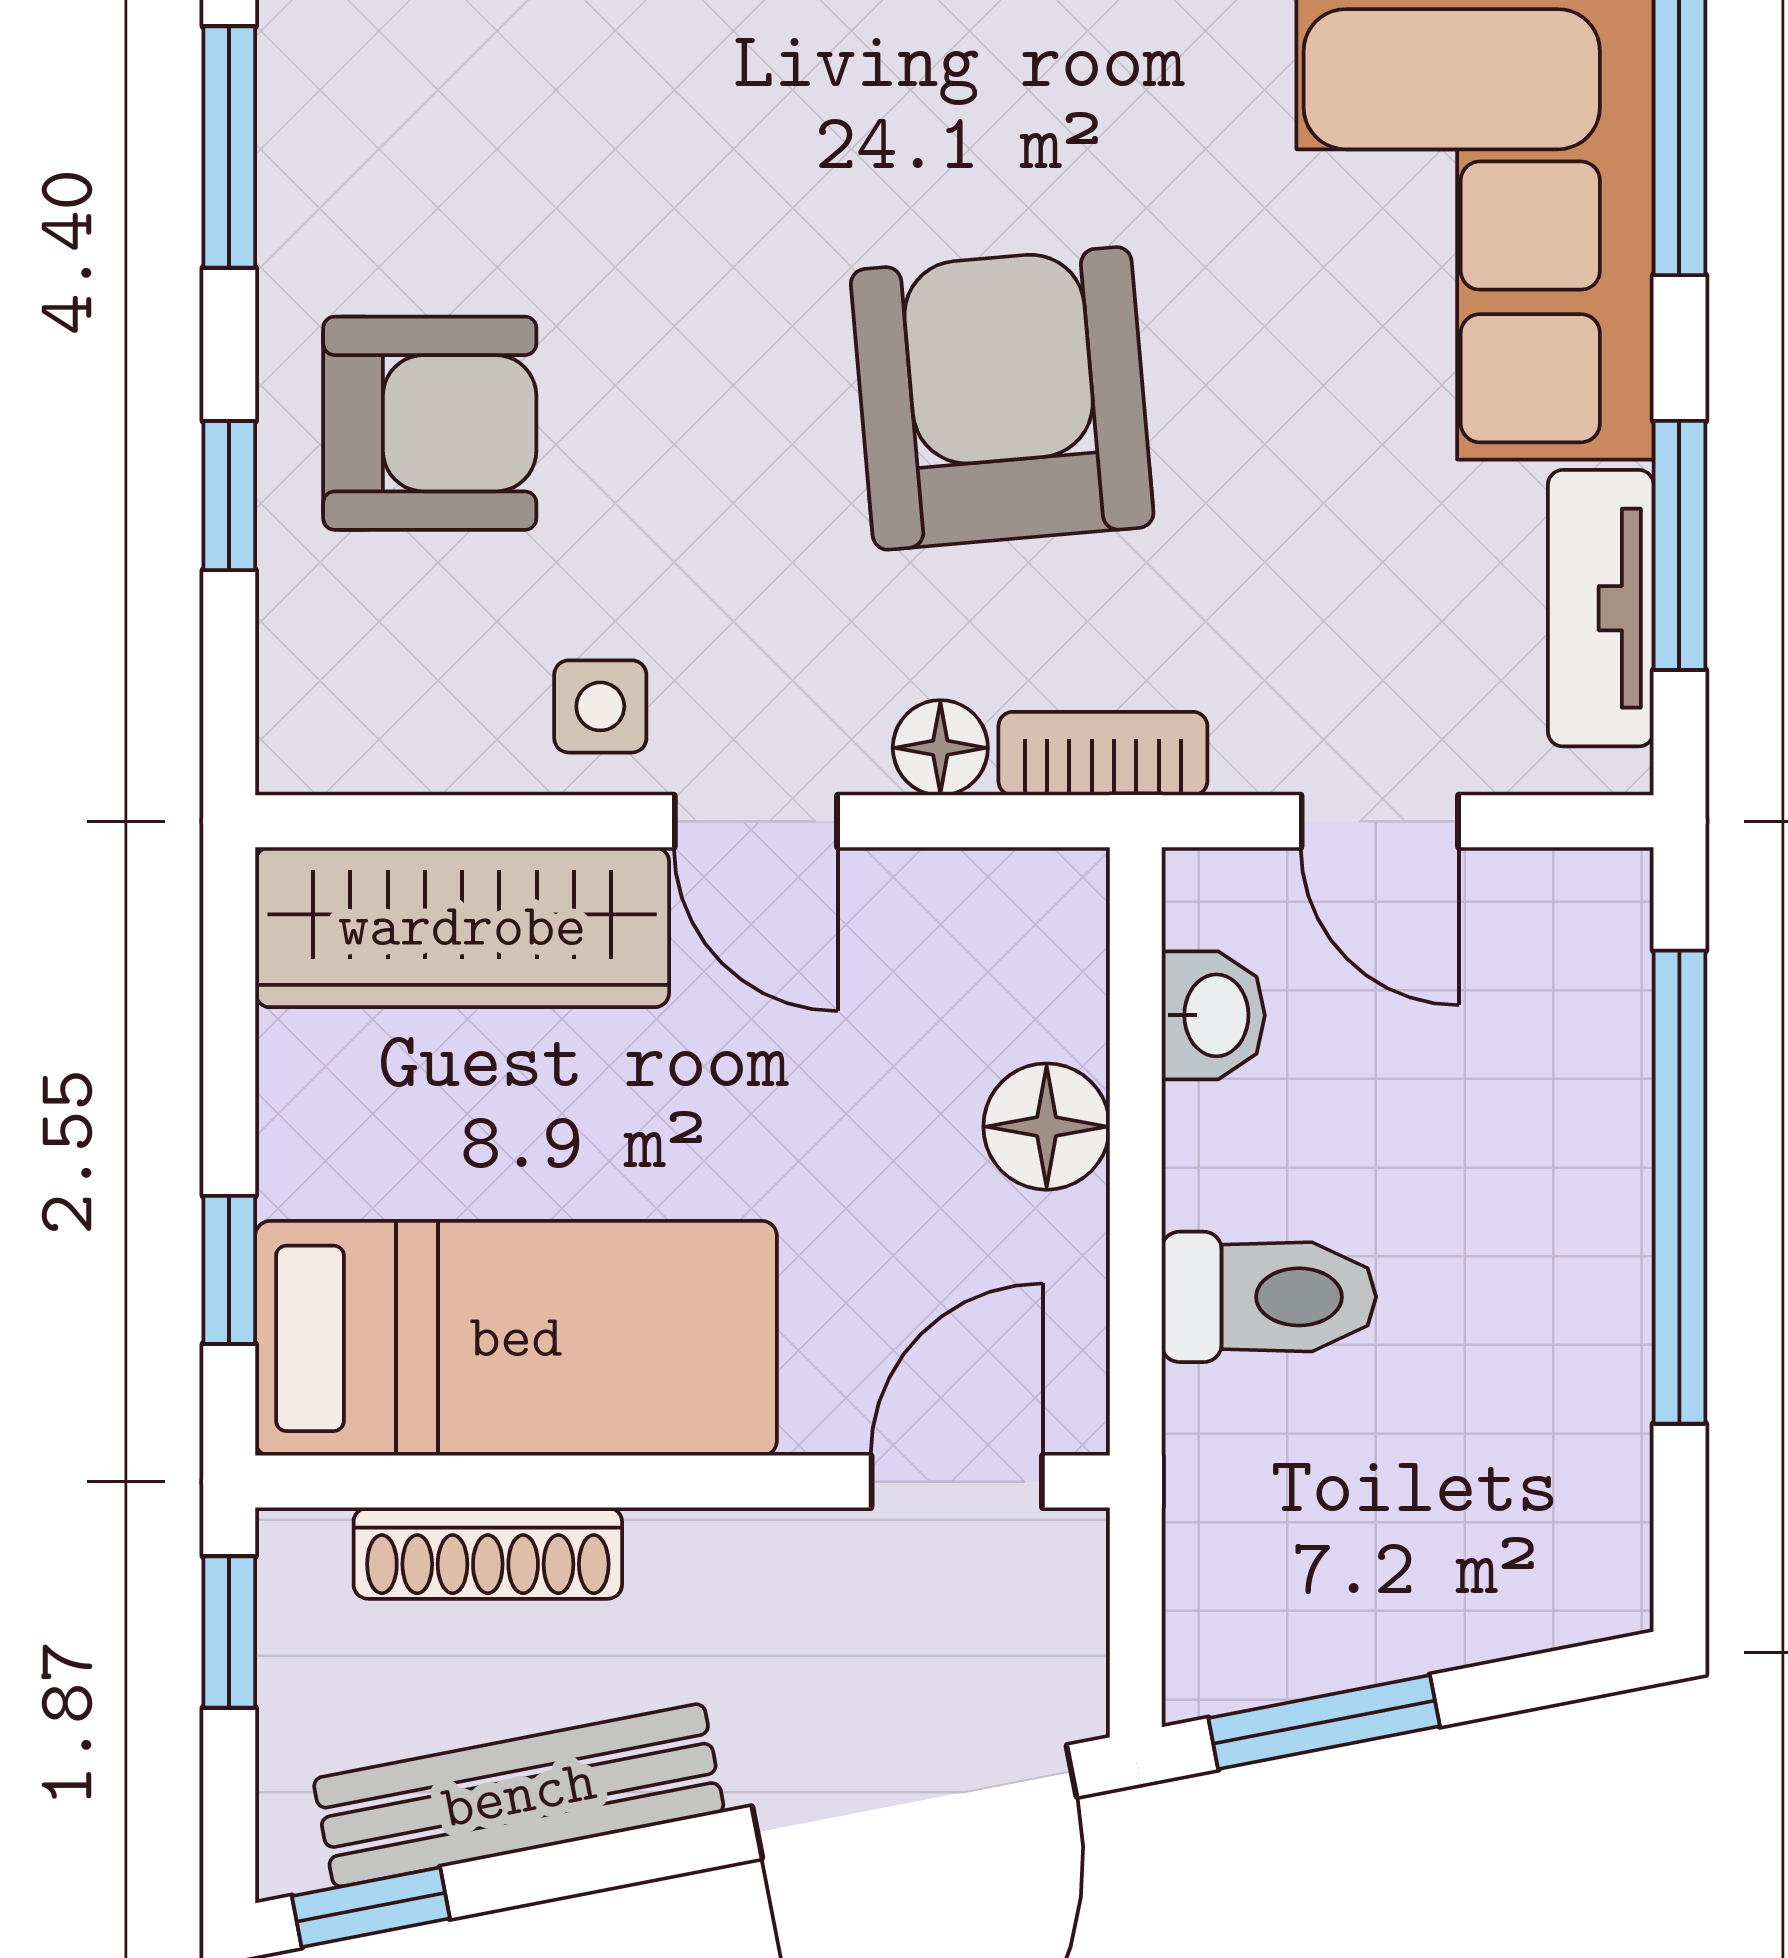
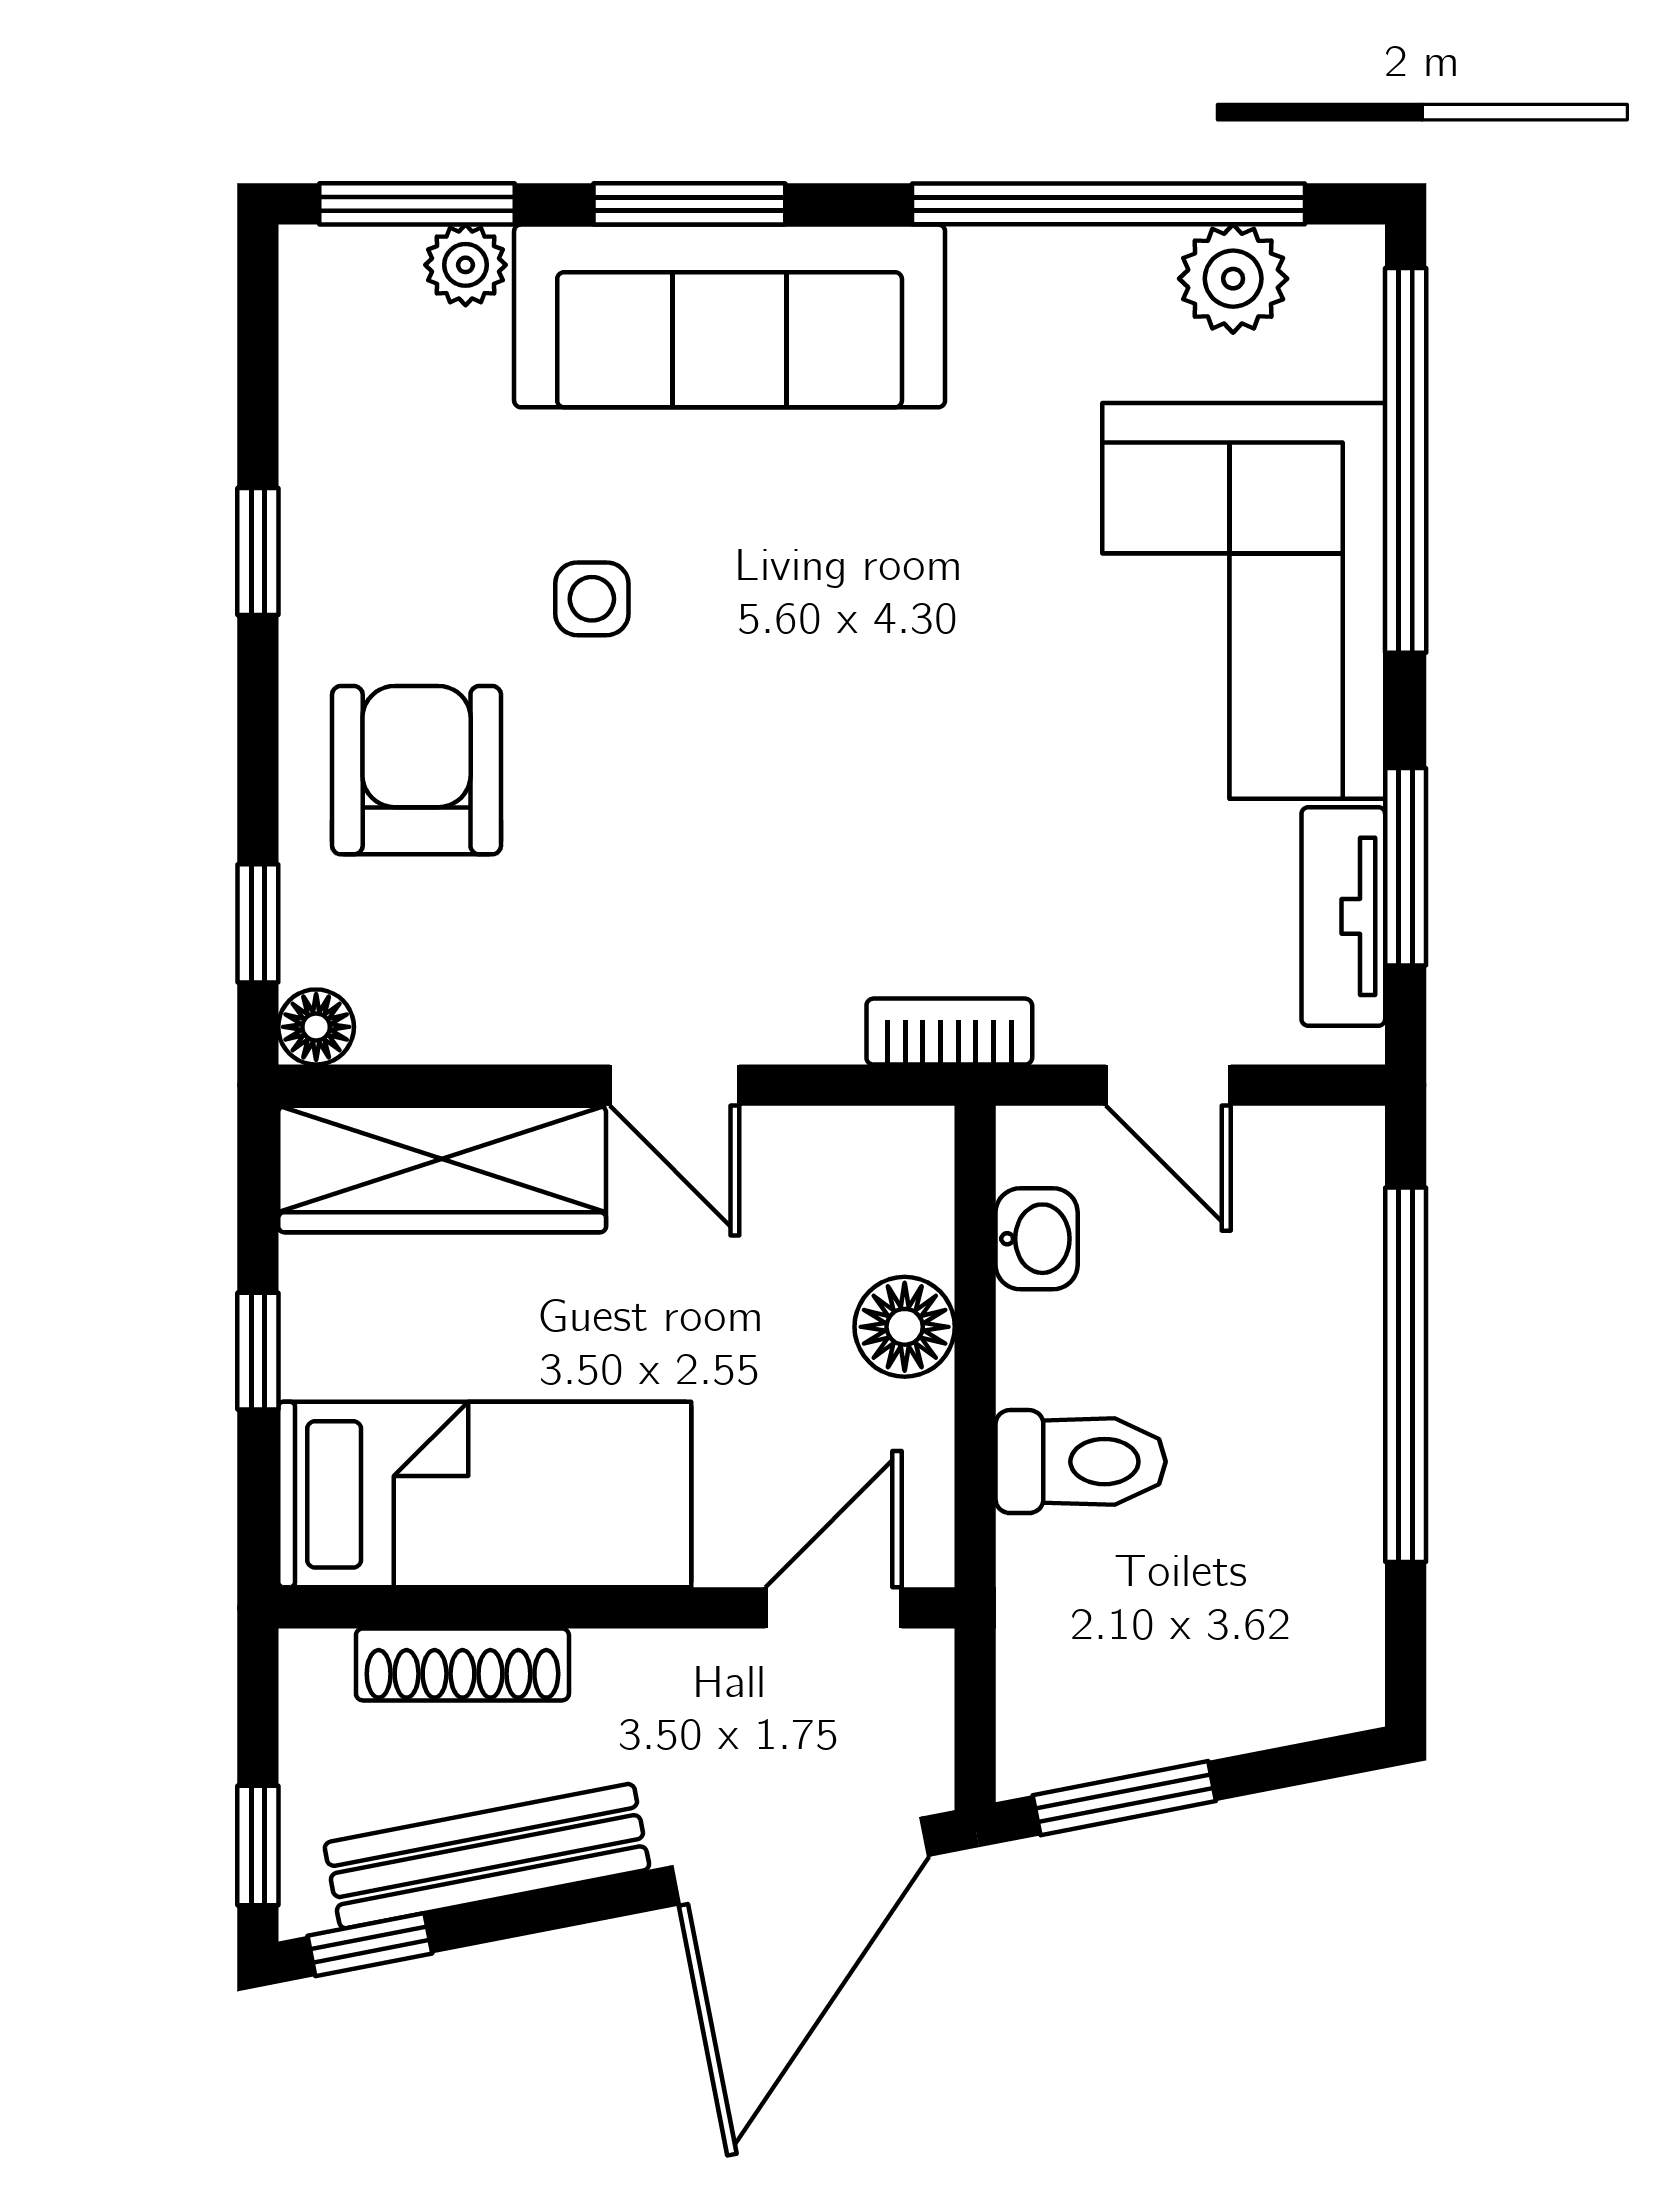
window: (229, 147) -> (258, 552), width x0.67
armchair: (1002, 398) -> (870, 750), removed
armchair: (430, 423) -> (417, 770), turned -90
window: (229, 496) -> (258, 923), moved
side table: (600, 706) -> (592, 599), moved
floor lamp: (940, 748) -> (316, 1027), moved
window: (229, 1270) -> (258, 1351), moved
window: (229, 1632) -> (258, 1846), moved

